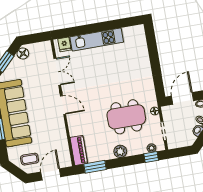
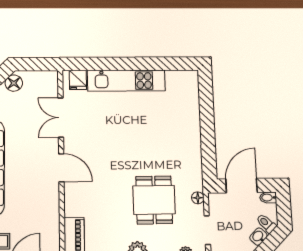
double door: (57, 72) -> (61, 118), swing flipped
dining table: (126, 117) -> (154, 200), width x0.73

